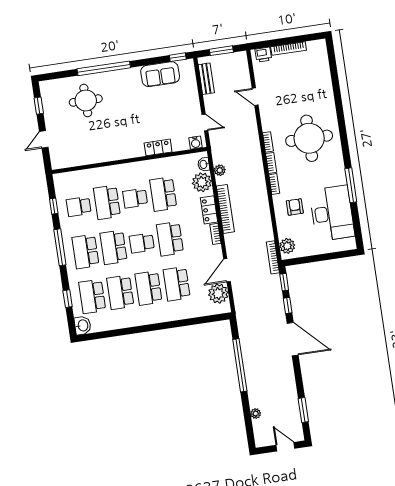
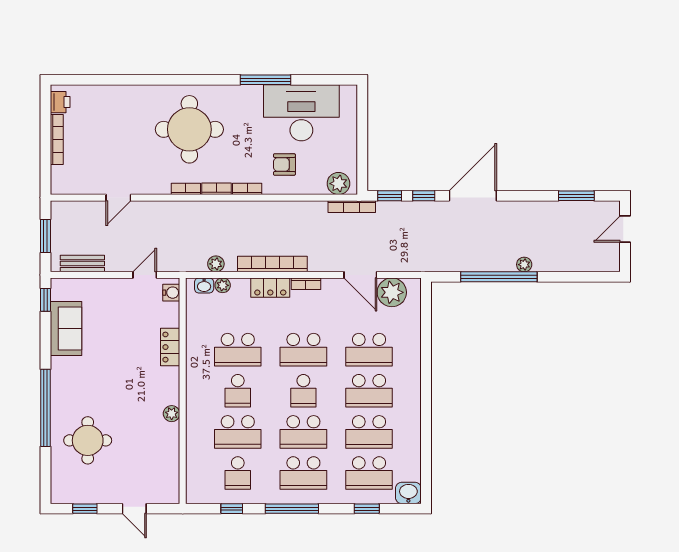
printer: (263, 55) -> (60, 102), moved
plant: (113, 155) -> (172, 414), added
plant: (202, 182) -> (223, 285), width x0.53, depth x0.53
plant: (256, 414) -> (524, 265), moved

